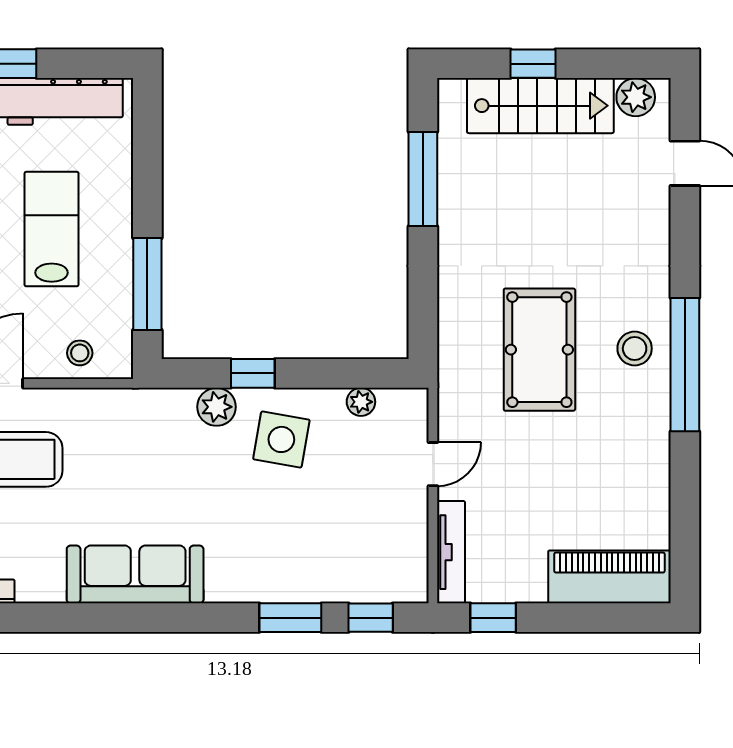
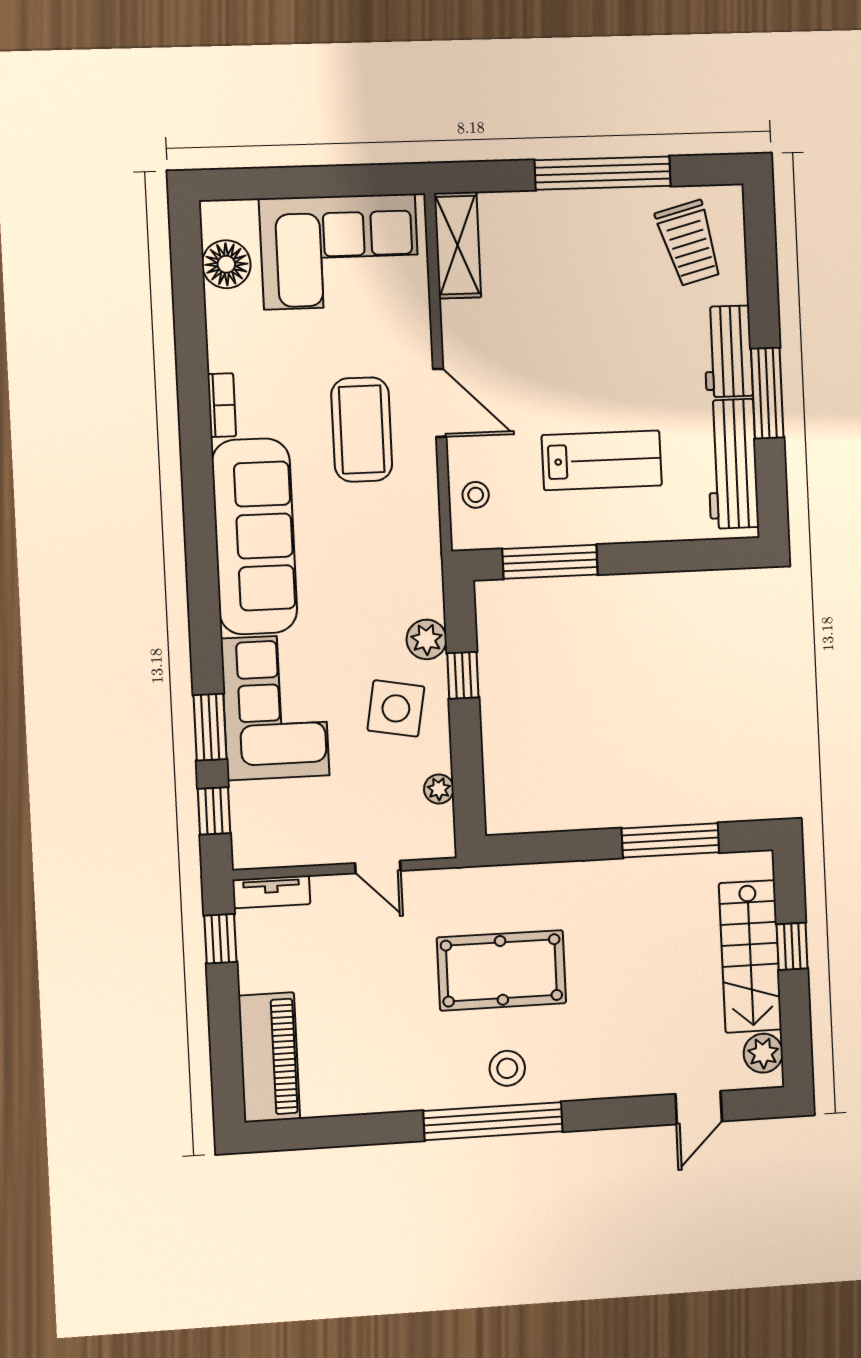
tv unit: (451, 552) -> (271, 892), width x0.71
corner sofa: (274, 555) -> (275, 707), added
sofa: (135, 574) -> (254, 536), width x1.36, depth x1.27

